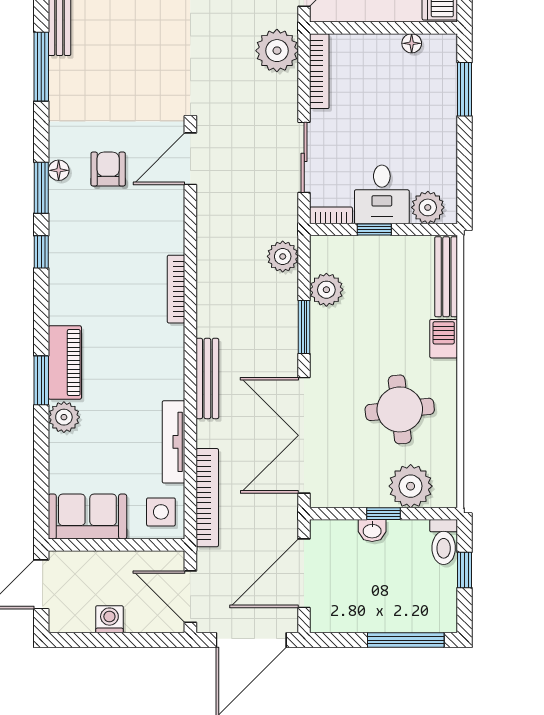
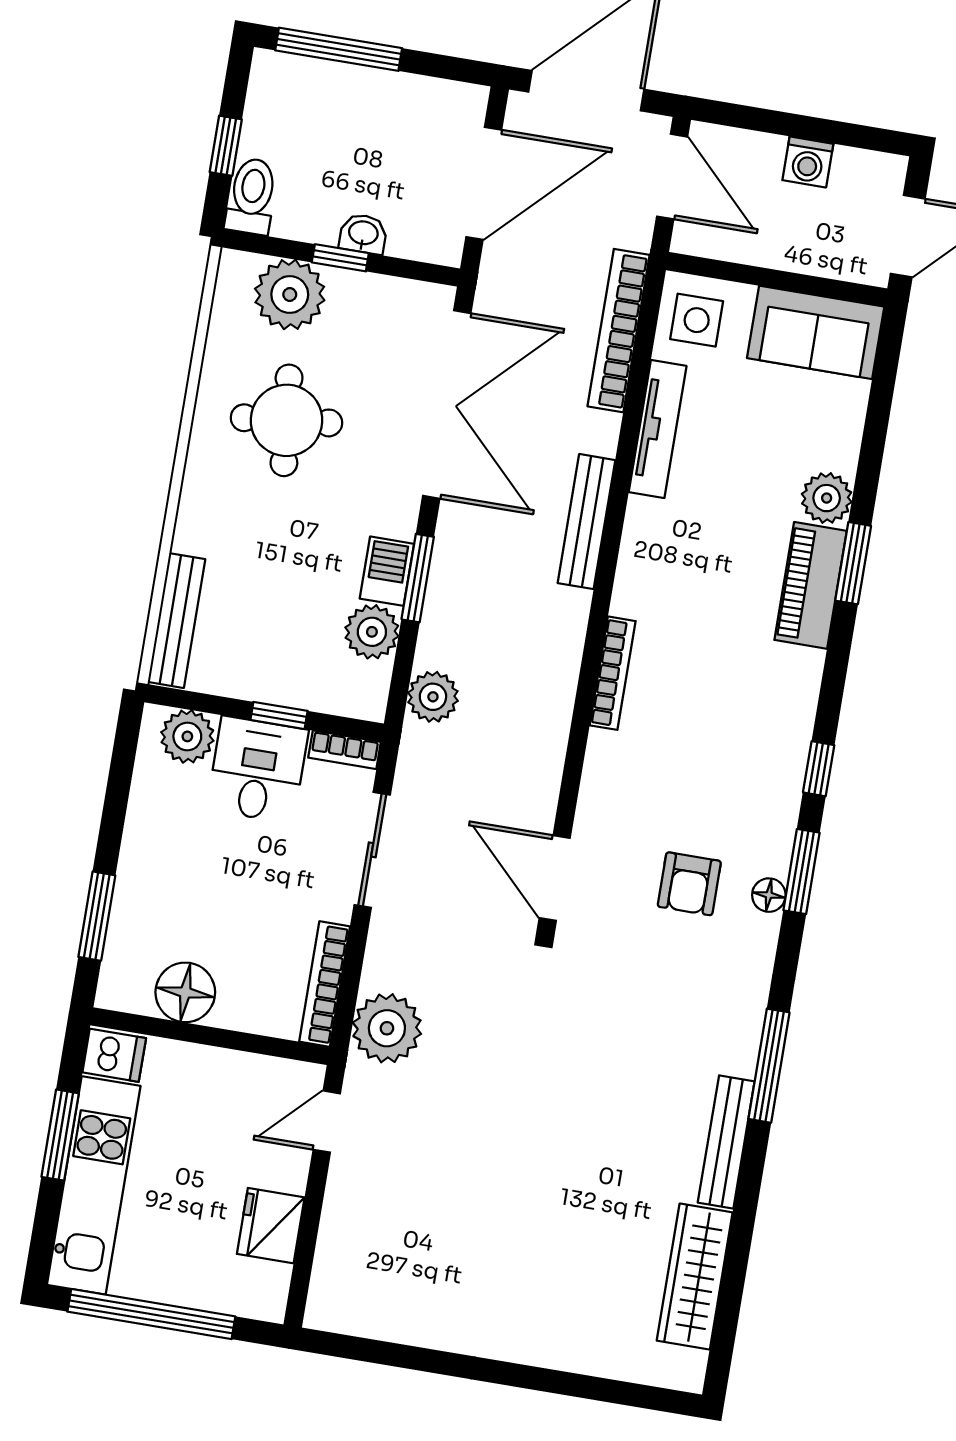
floor lamp: (412, 43) -> (185, 992), width x1.89, depth x1.89
door: (190, 159) -> (555, 878), swing flipped
barbecue: (444, 339) -> (387, 571), moved, turned 180

